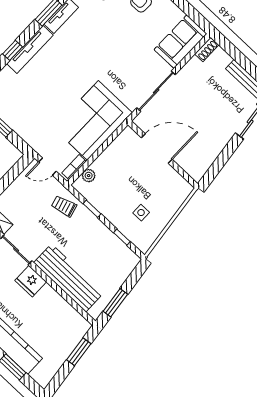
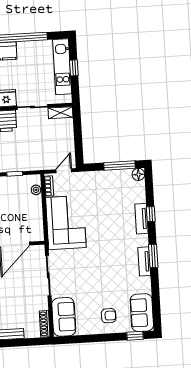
tv unit: (30, 49) -> (141, 219), width x0.71
shoe rack: (207, 49) -> (45, 324), width x1.43
trolley: (64, 206) -> (32, 159), removed

